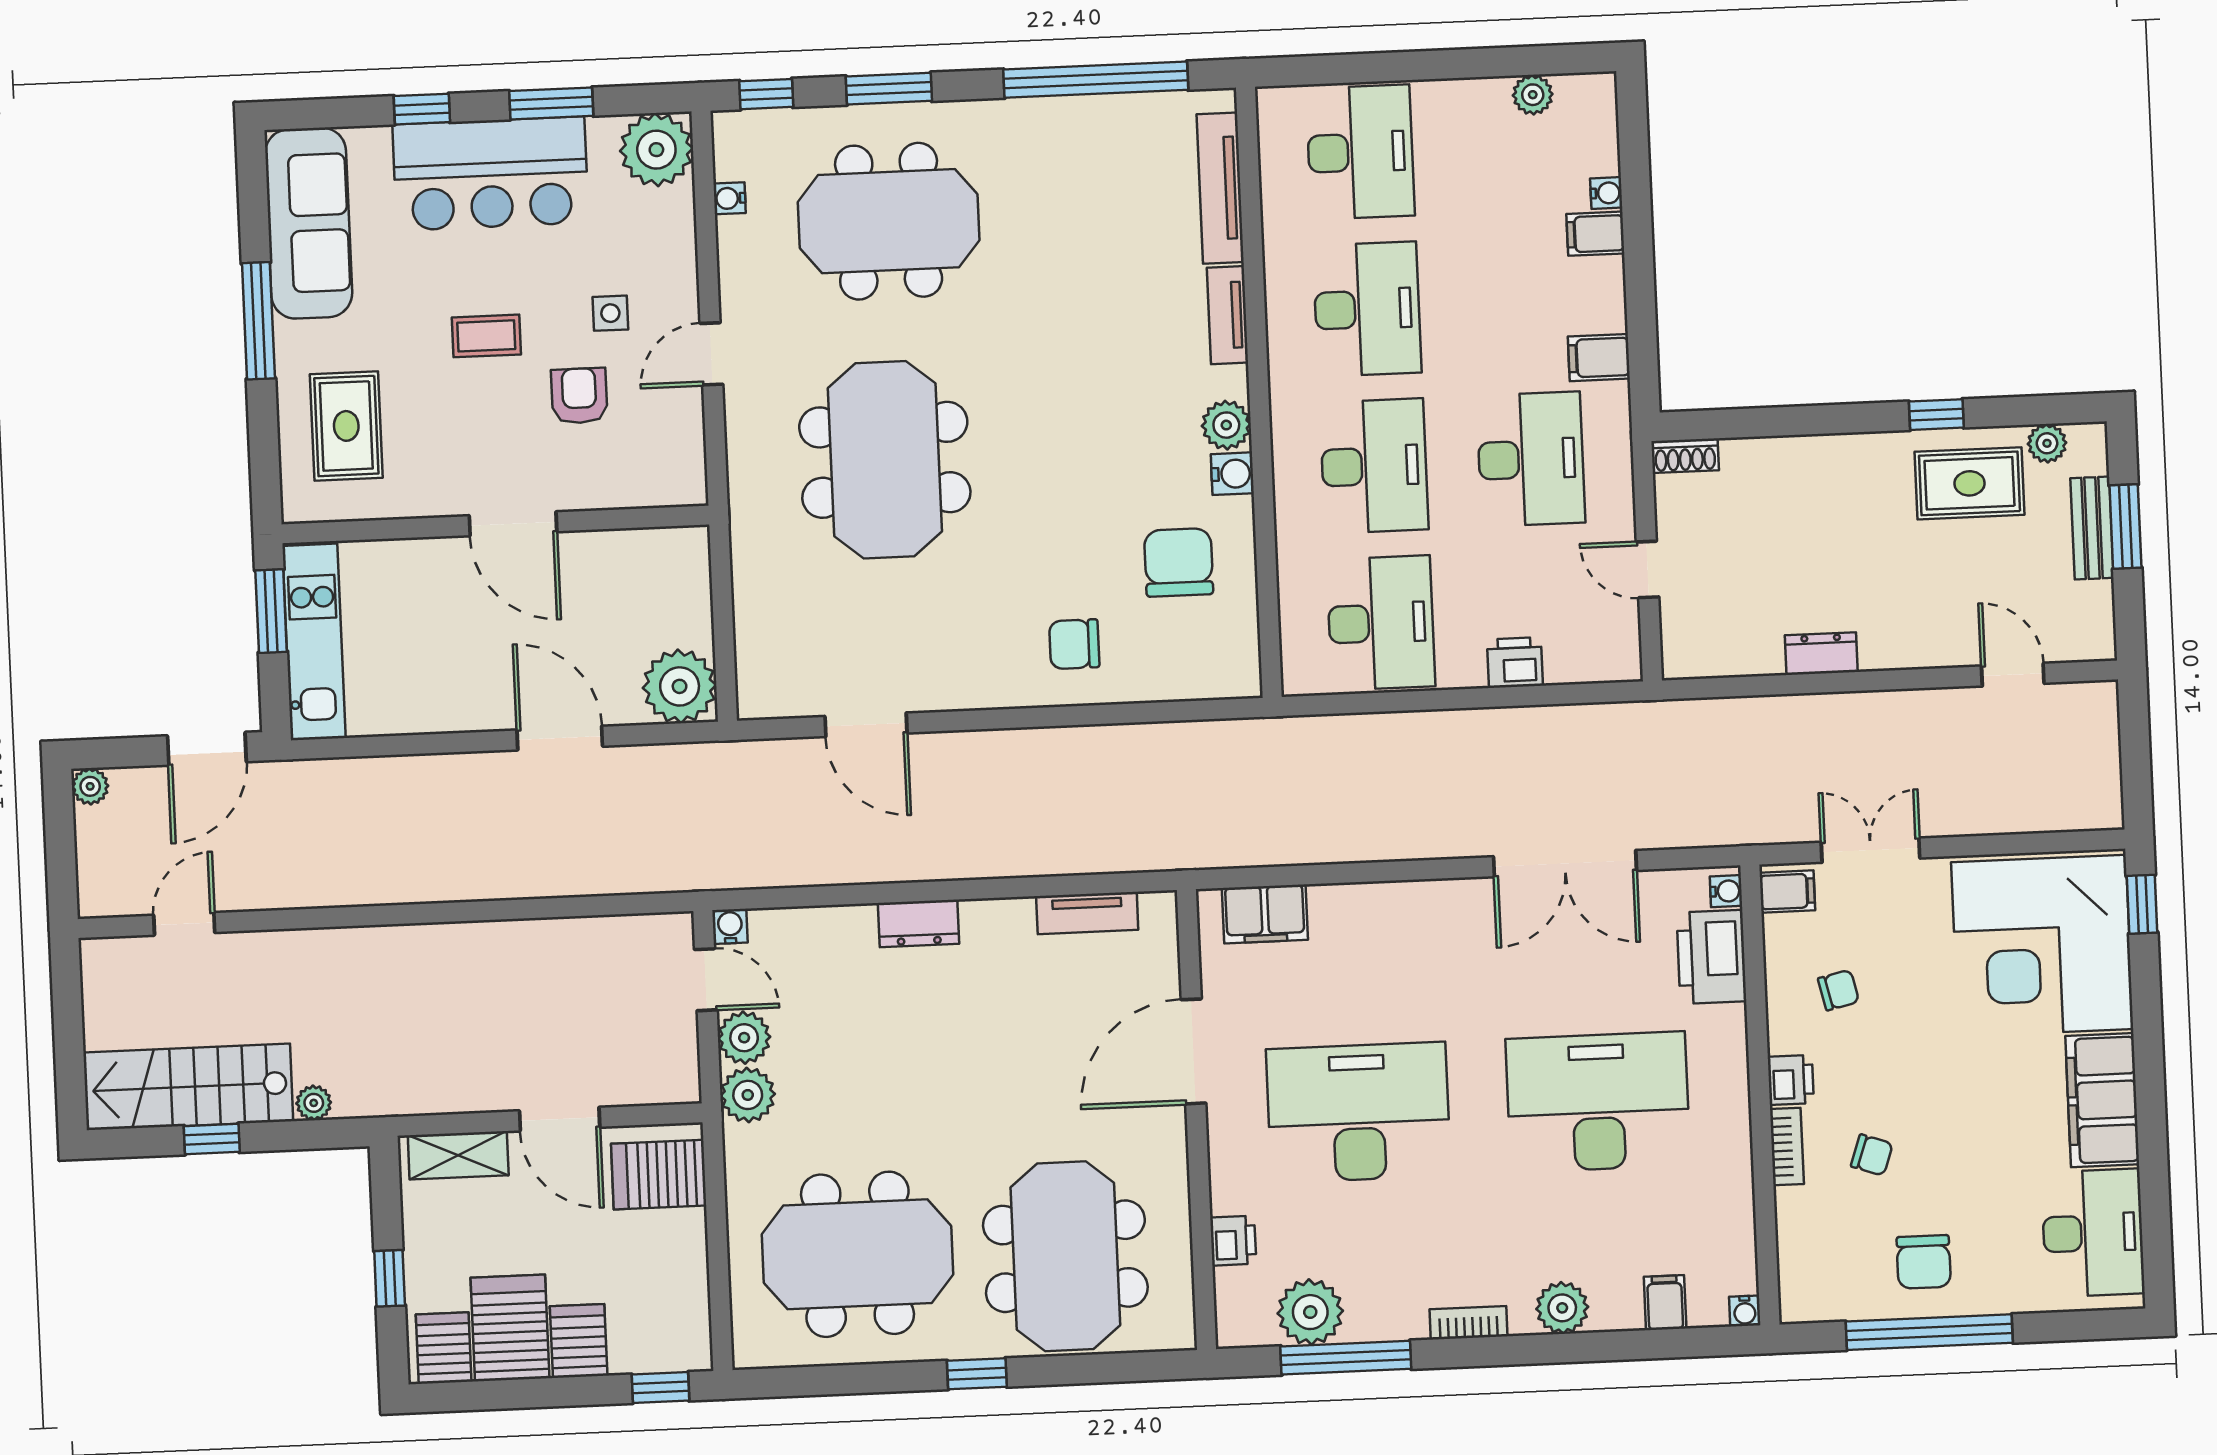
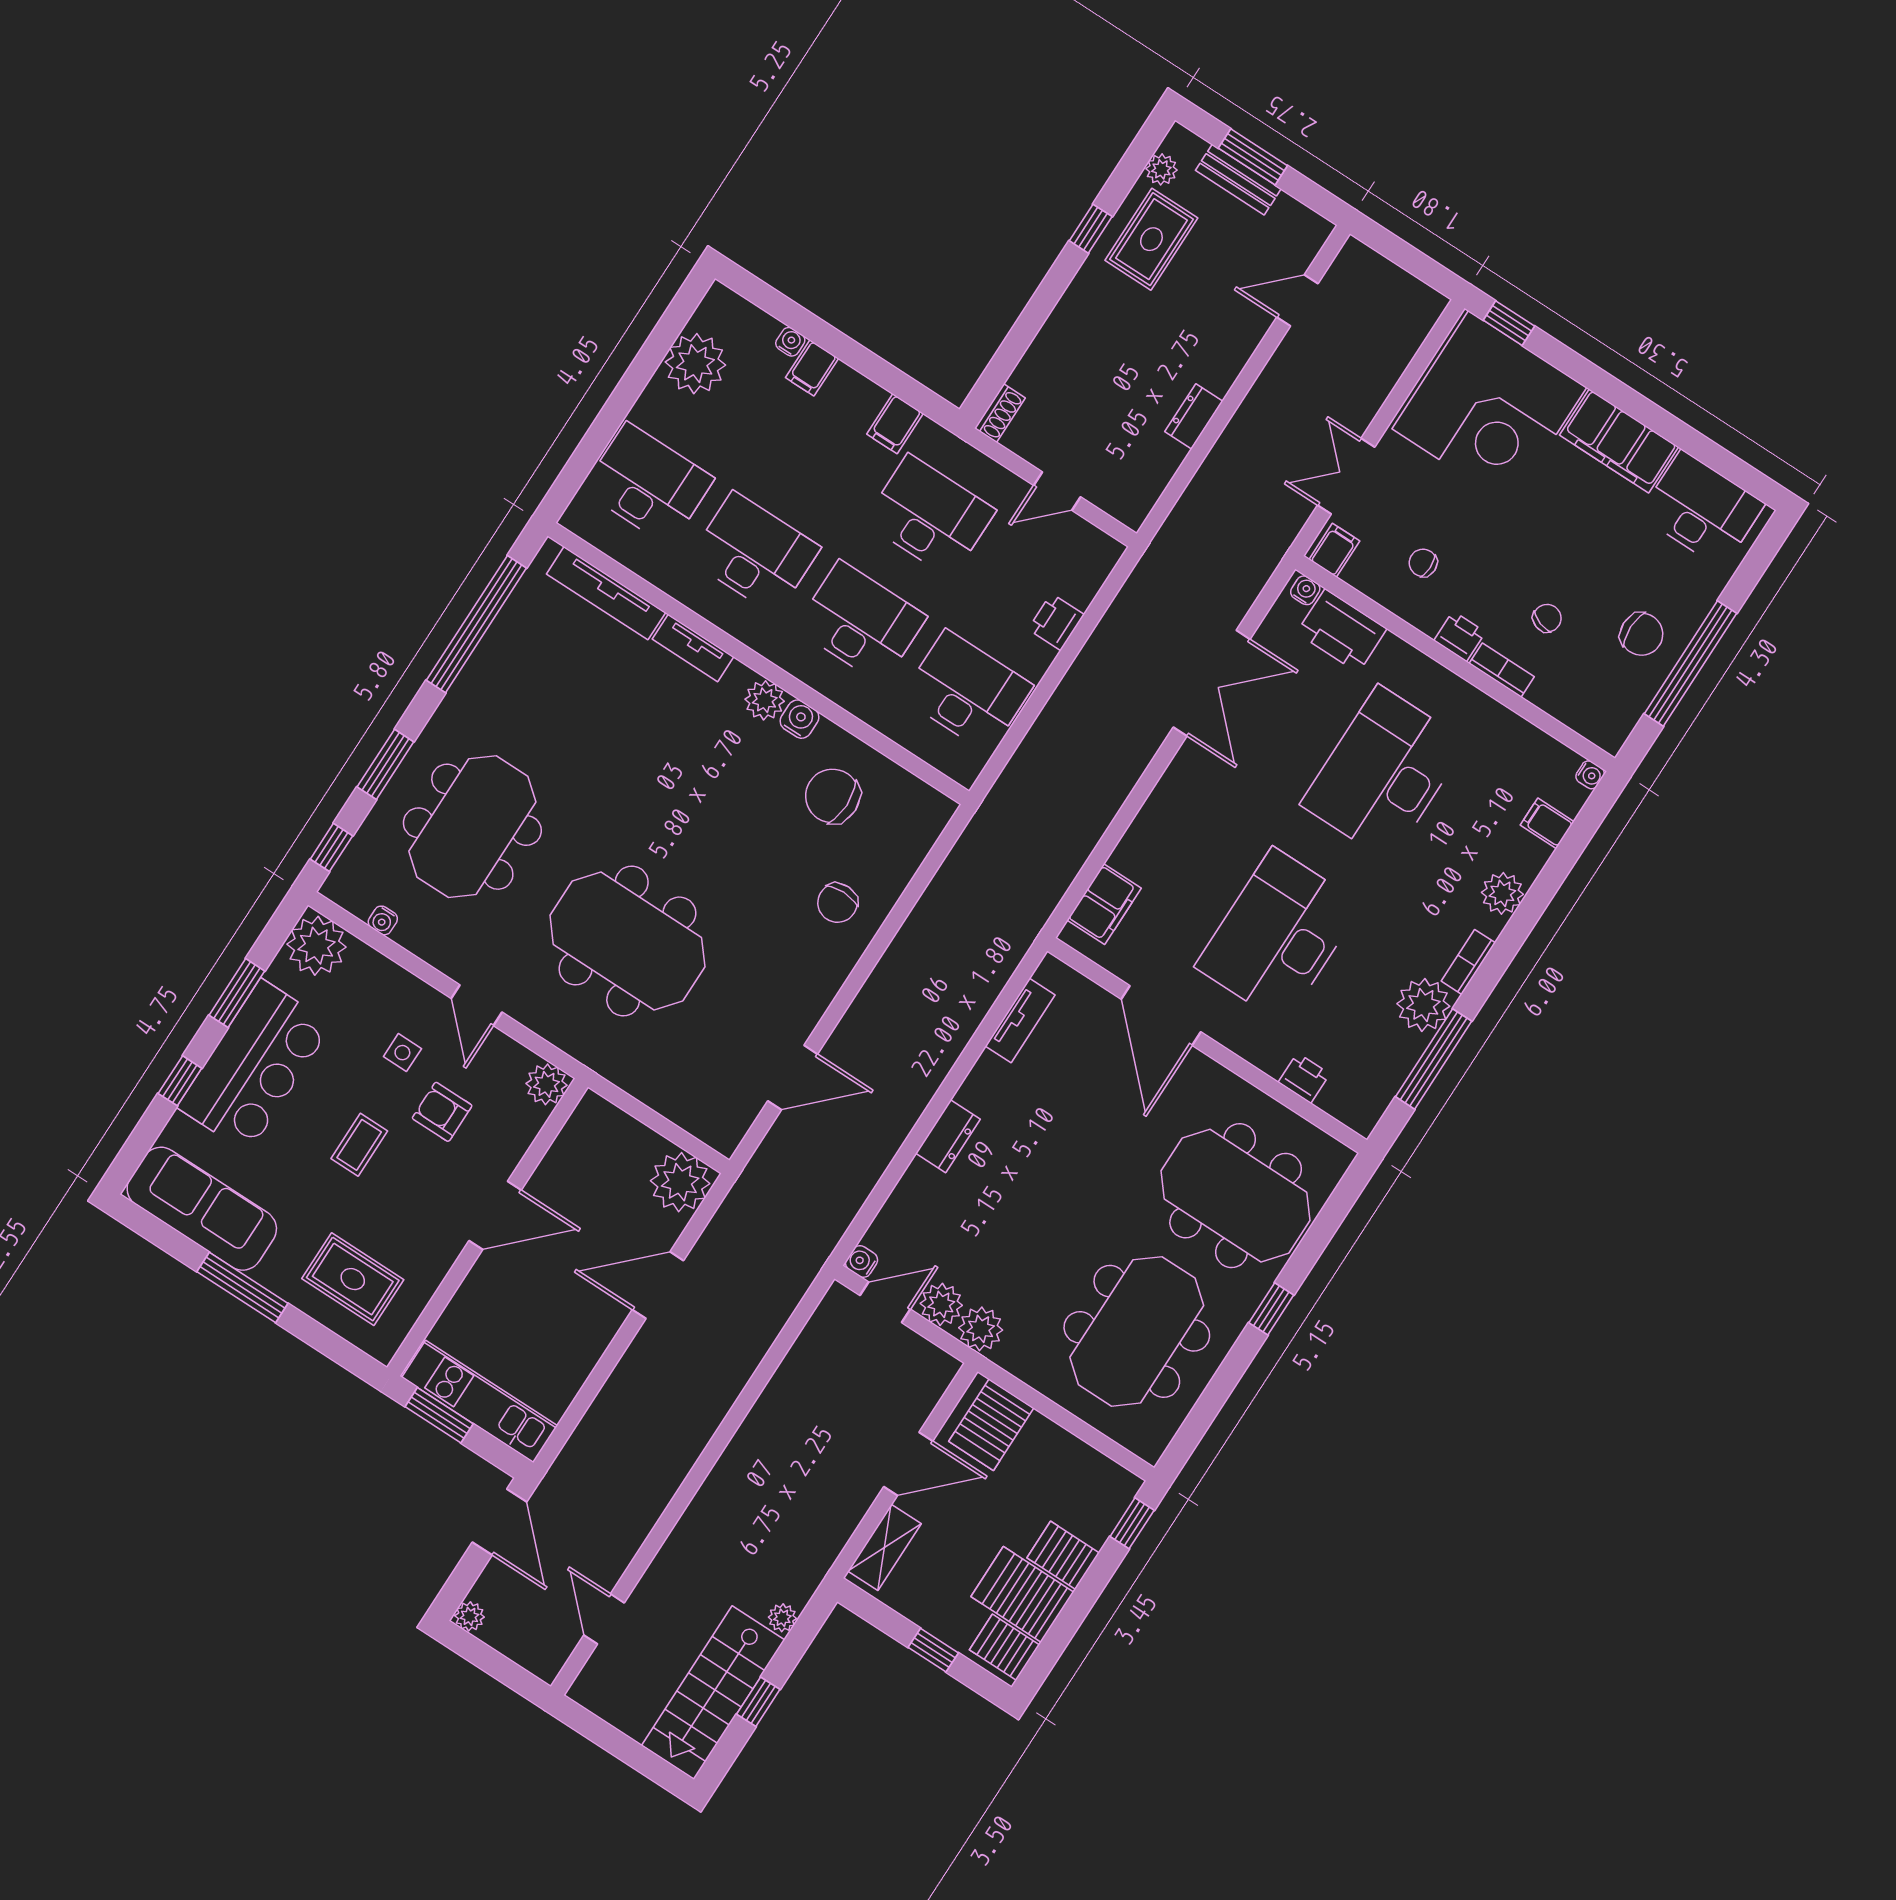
plant: (1533, 95) -> (695, 364), width x1.87, depth x1.87
plant: (682, 481) -> (547, 1084), added
chair: (1838, 990) -> (1423, 563), turned -77
plant: (1310, 1312) -> (1423, 1005), moved

